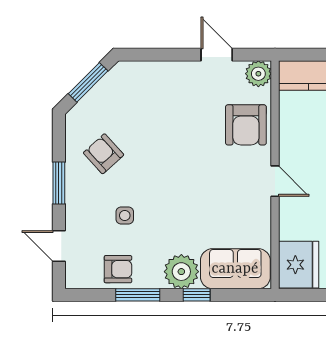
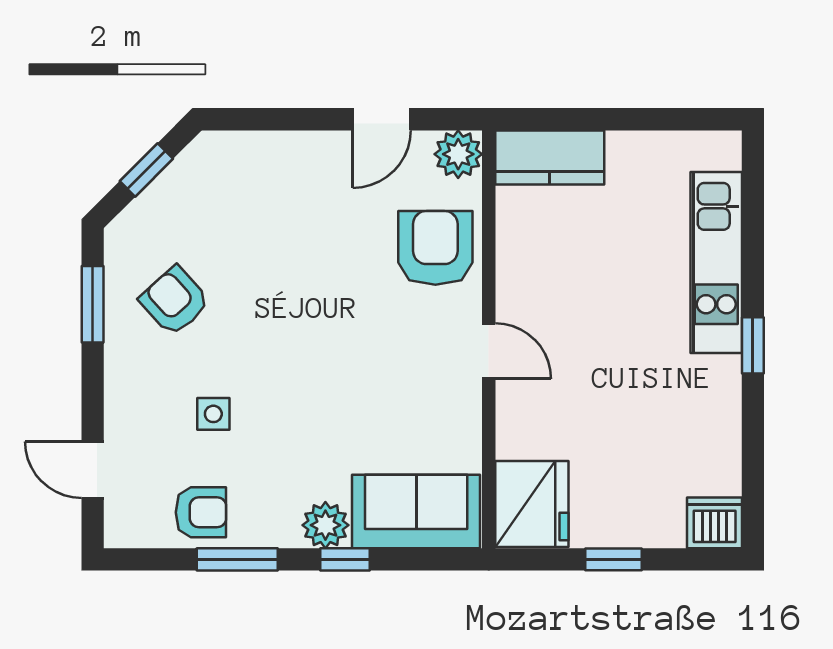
door: (217, 55) -> (382, 119), swing flipped
window: (88, 82) -> (146, 170), width x0.67
armchair: (246, 125) -> (435, 248), turned 180
window: (59, 183) -> (93, 304), moved
plant: (181, 272) -> (325, 525), width x0.73, depth x0.73

